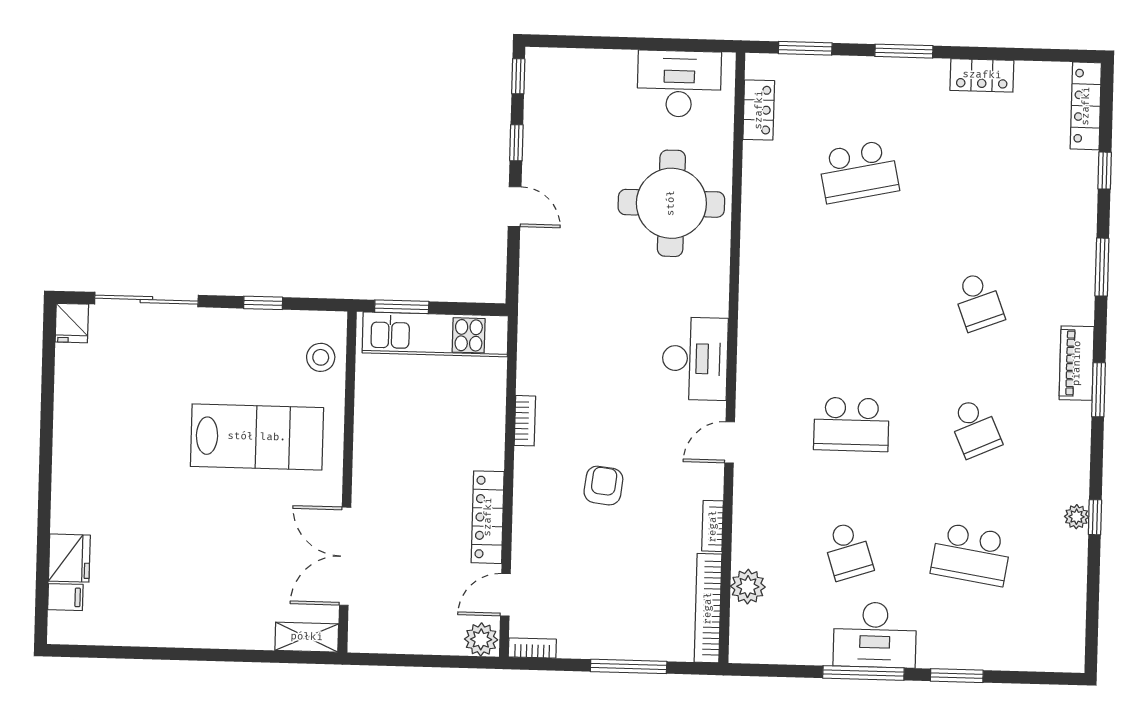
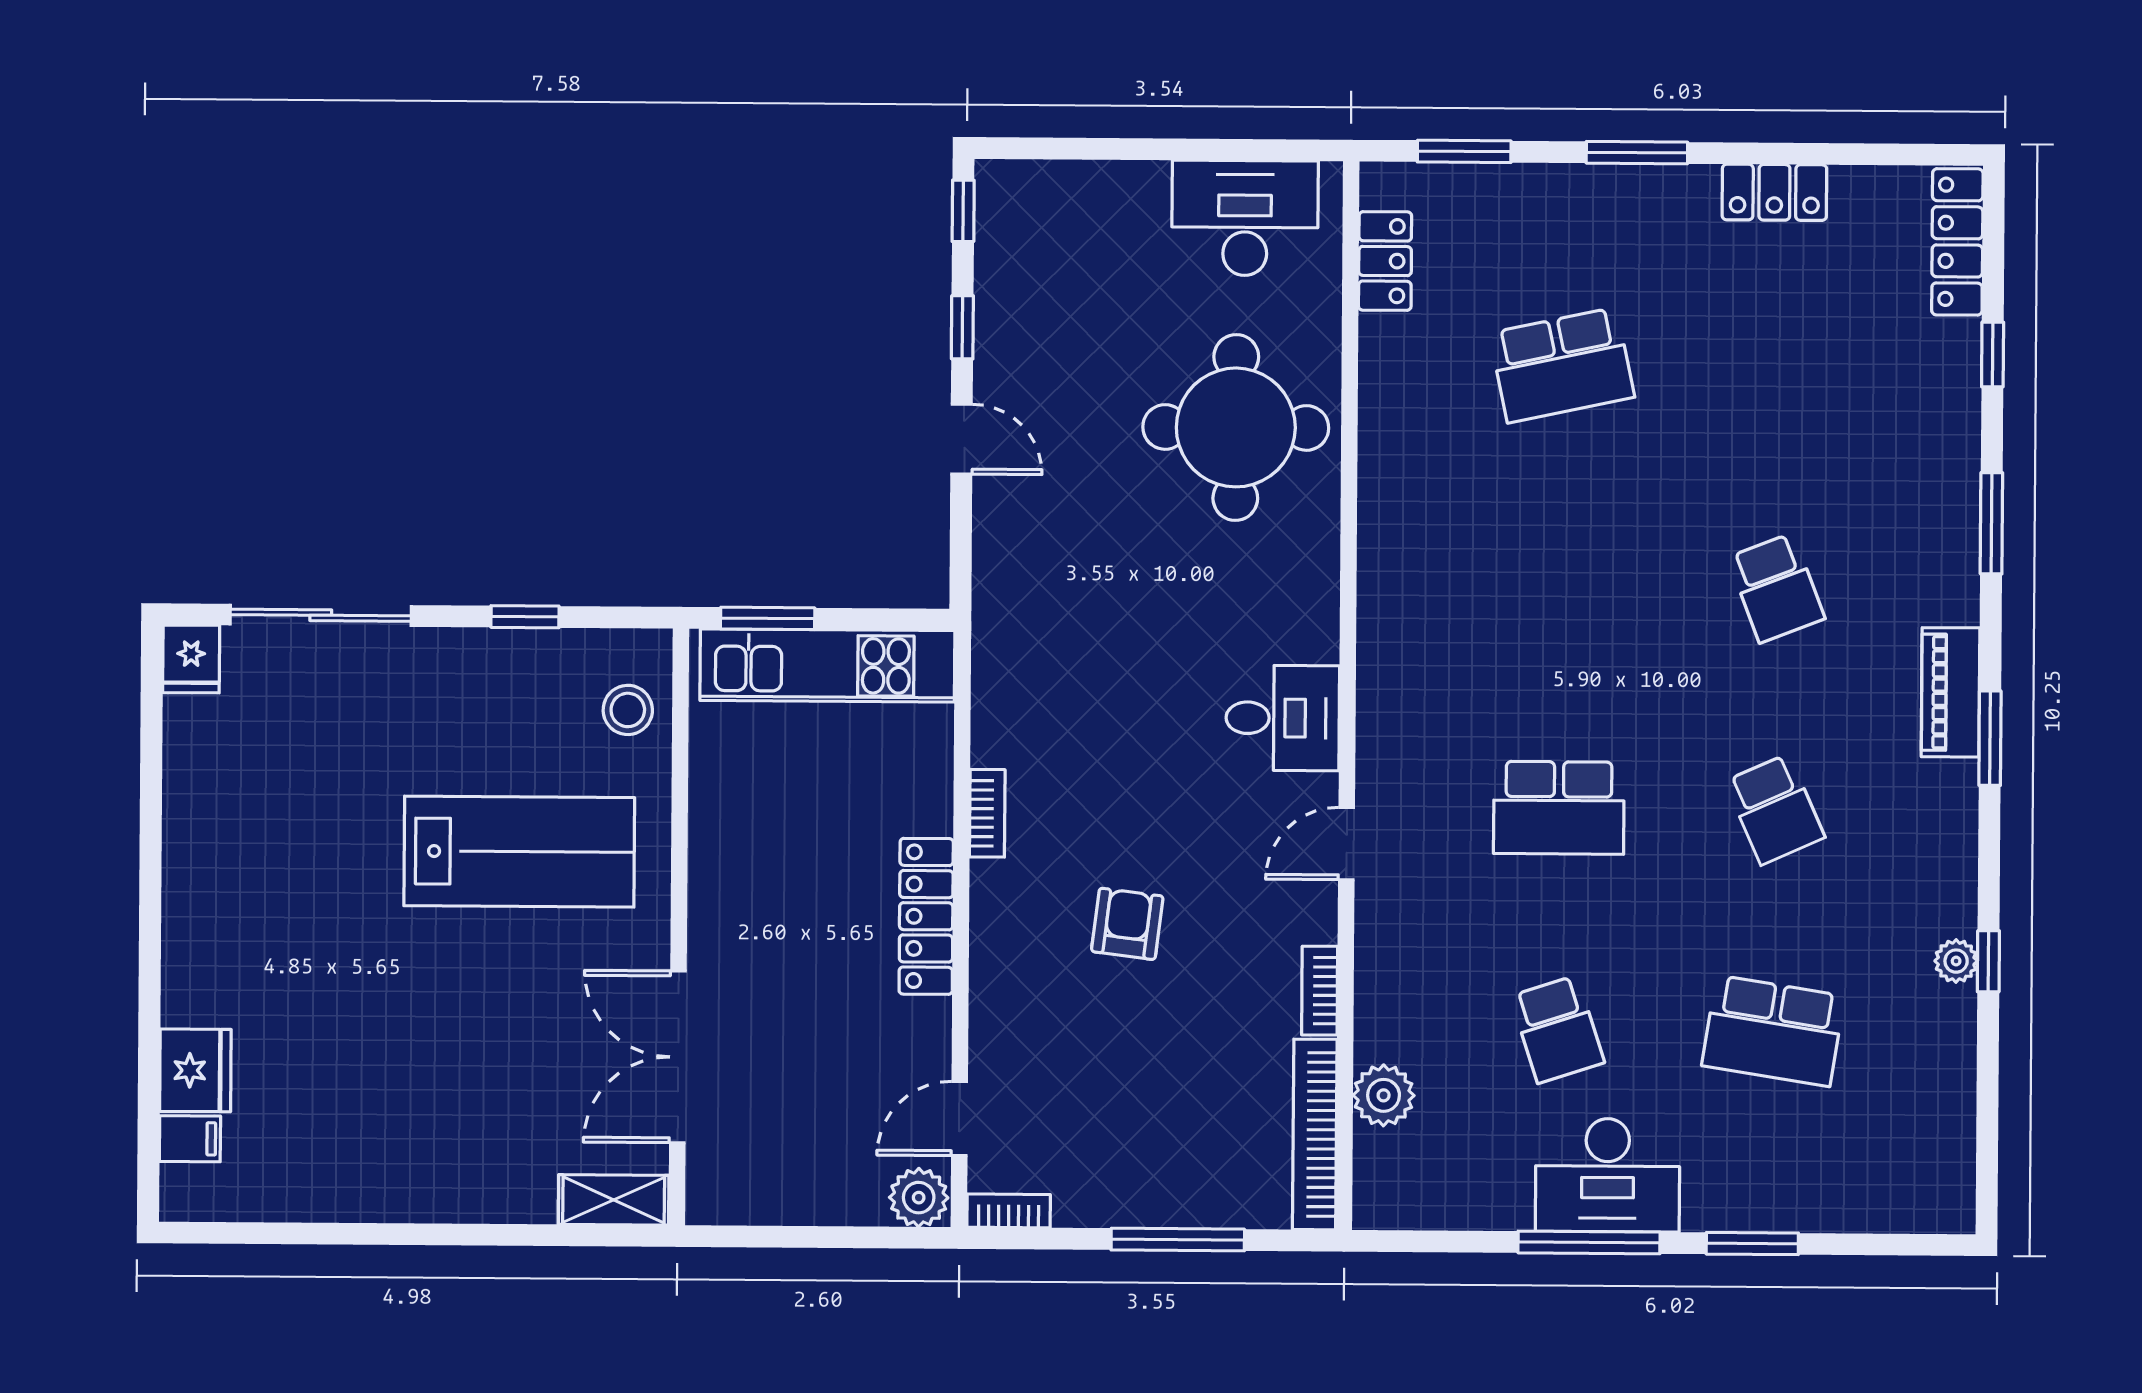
desk: (695, 359) -> (1283, 718), width x0.73
locker: (488, 517) -> (926, 916), moved

